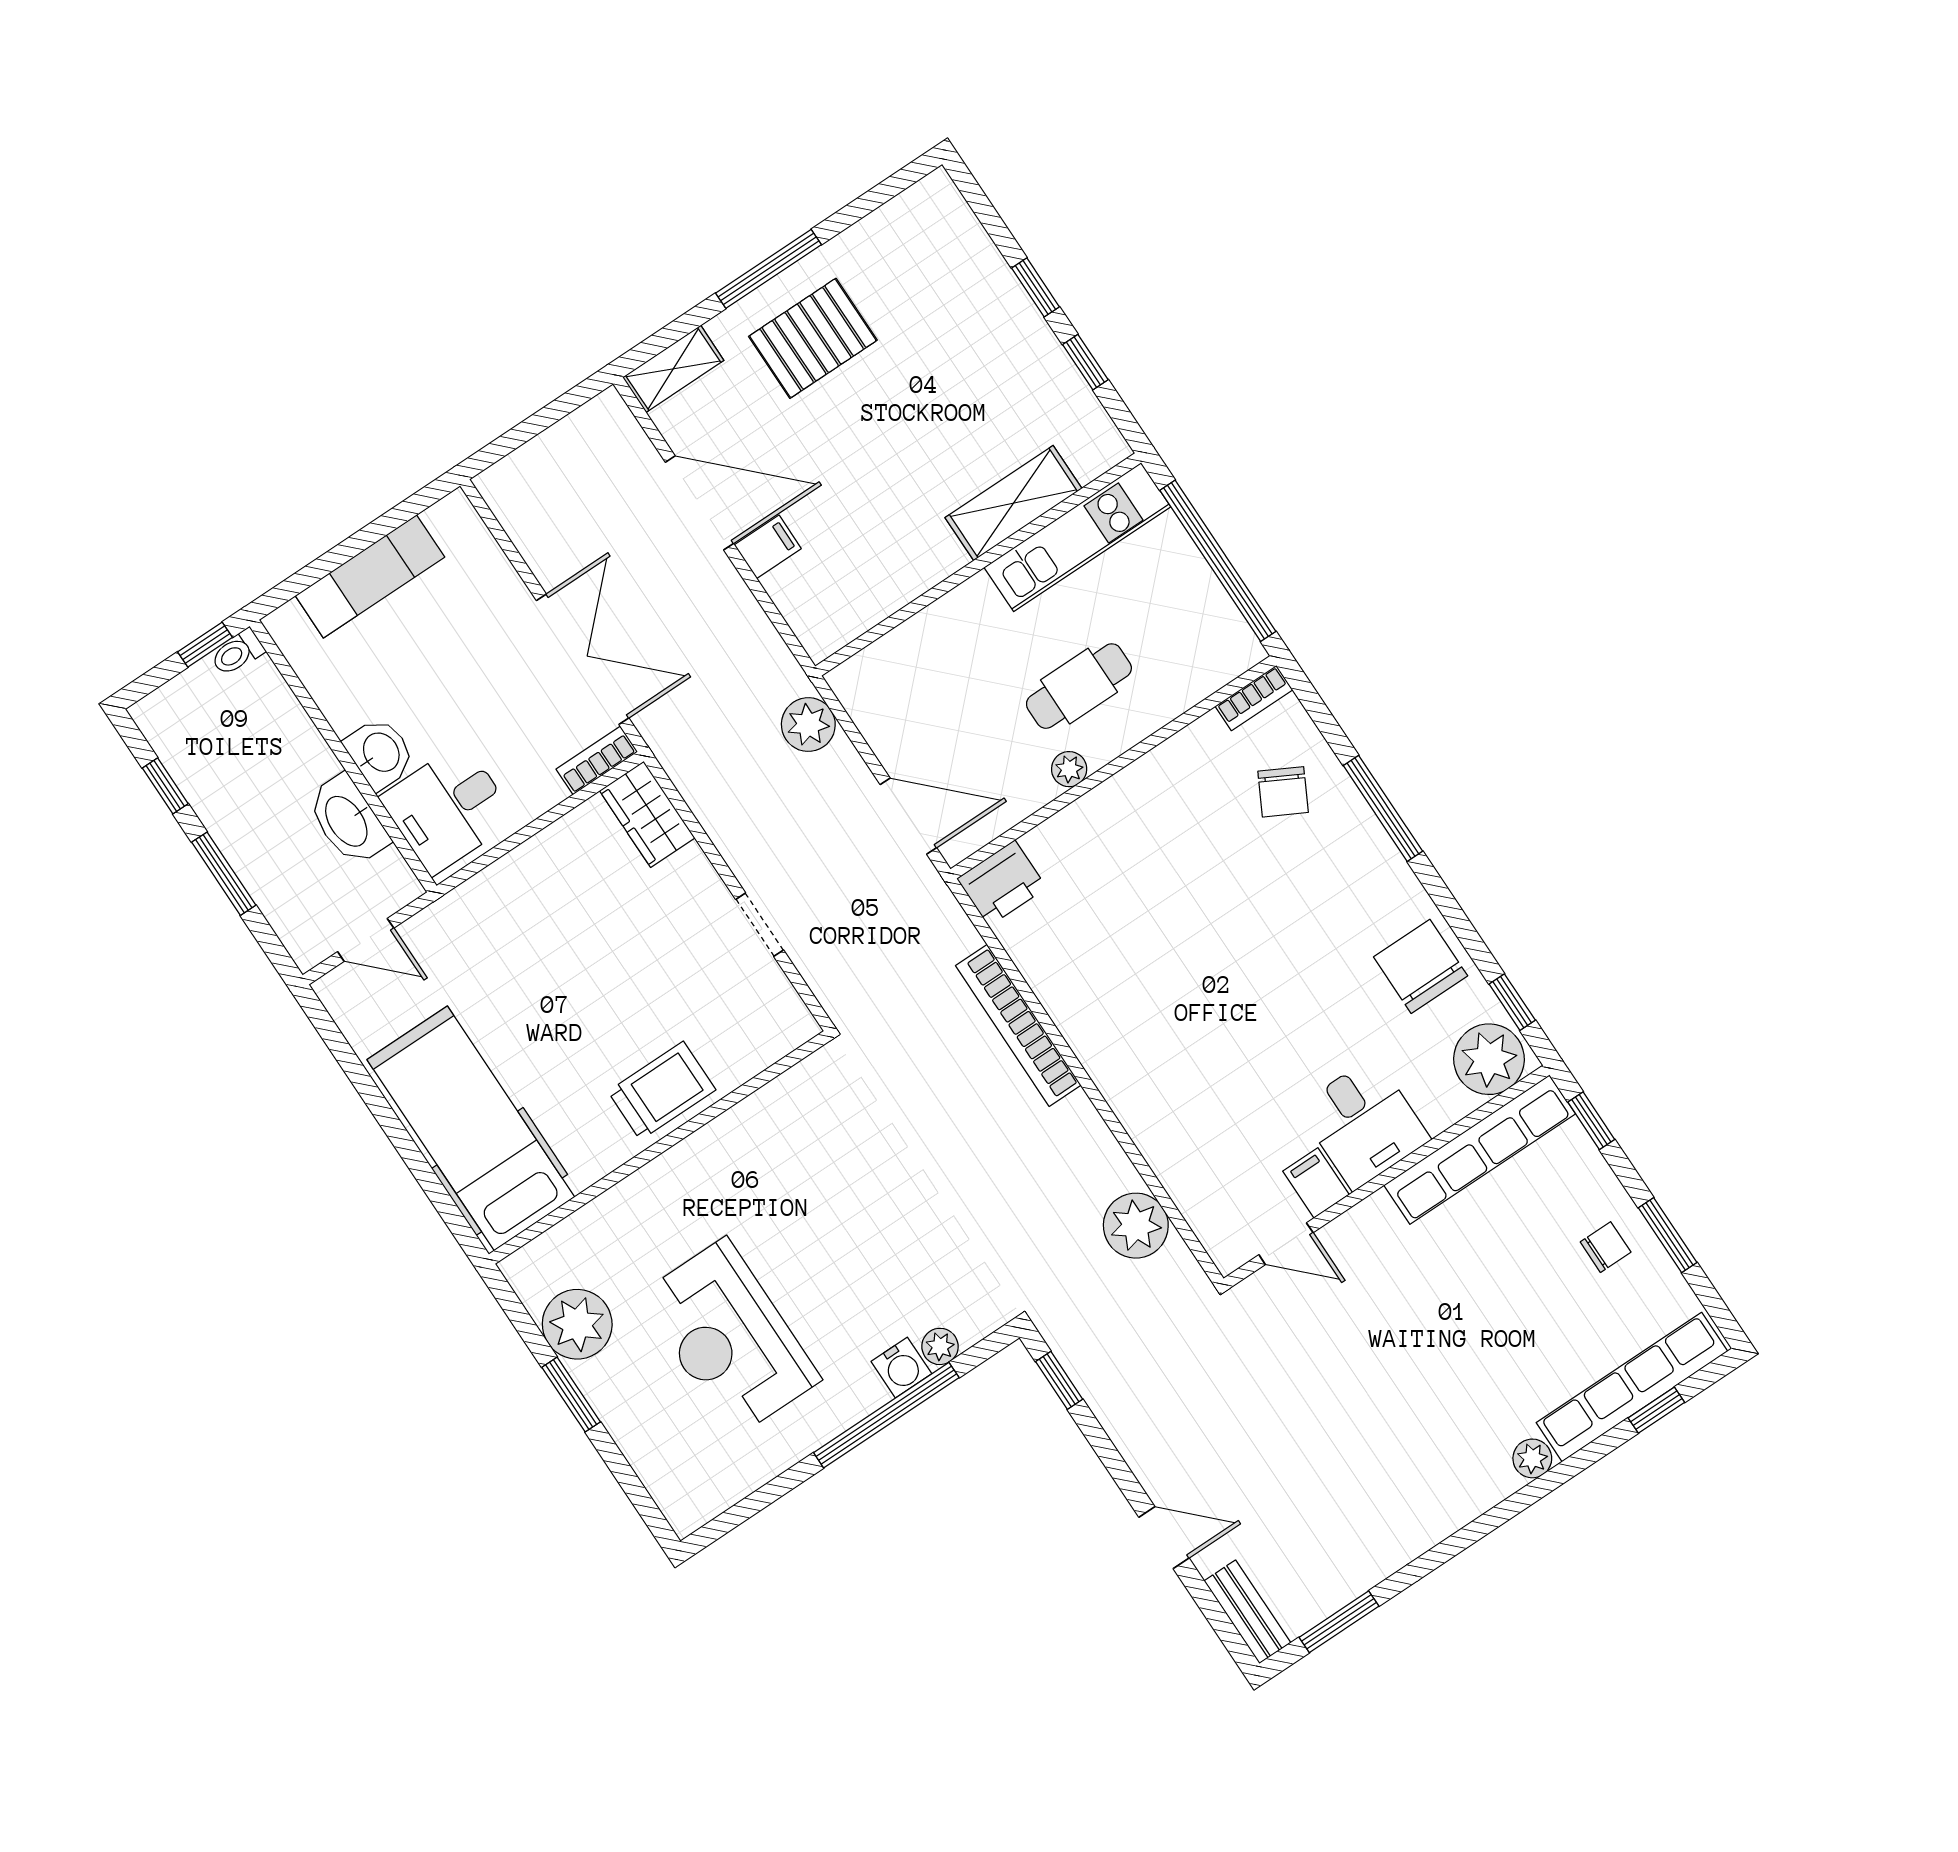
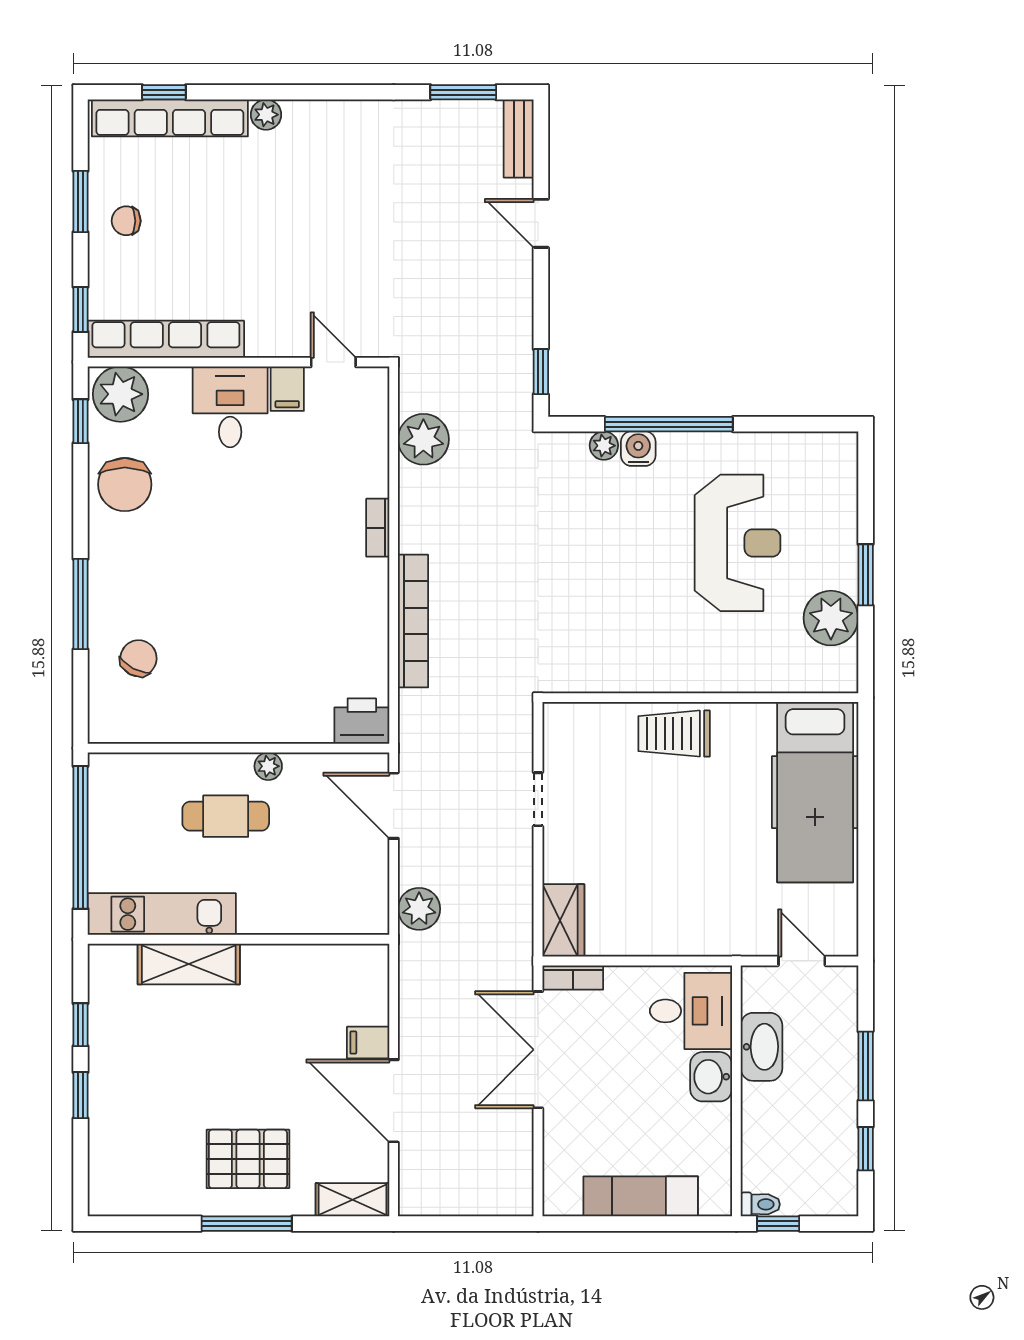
bookcase: (1254, 698) -> (378, 528), moved, turned -90

